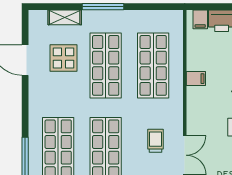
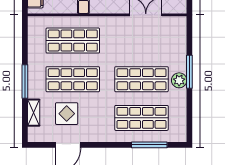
trolley: (156, 141) -> (134, 39), removed

